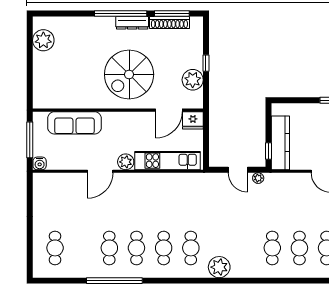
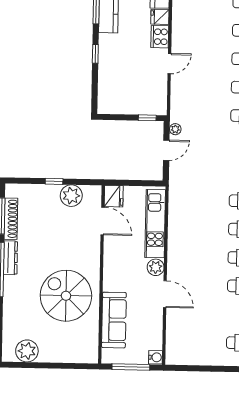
spiral stairs: (129, 74) -> (66, 296), moved, turned 180
kitchen counter: (280, 143) -> (139, 105), removed

